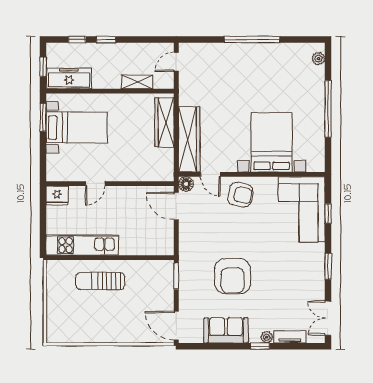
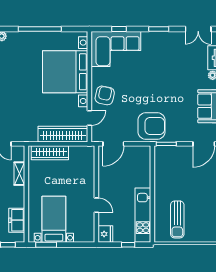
freezer: (69, 79) -> (17, 220), width x0.71
bed with nightstands: (271, 142) -> (65, 72), width x1.36
floor lamp: (186, 184) -> (97, 137), removed
window: (43, 226) -> (128, 245), added
armchair: (233, 276) -> (151, 126), moved
sun lounger: (100, 281) -> (177, 219), moved

